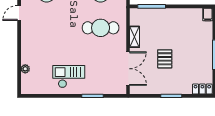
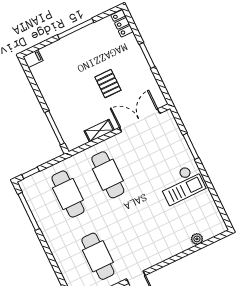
pallet: (165, 59) -> (108, 84), turned 90
checkout: (69, 77) -> (182, 184), turned -90

